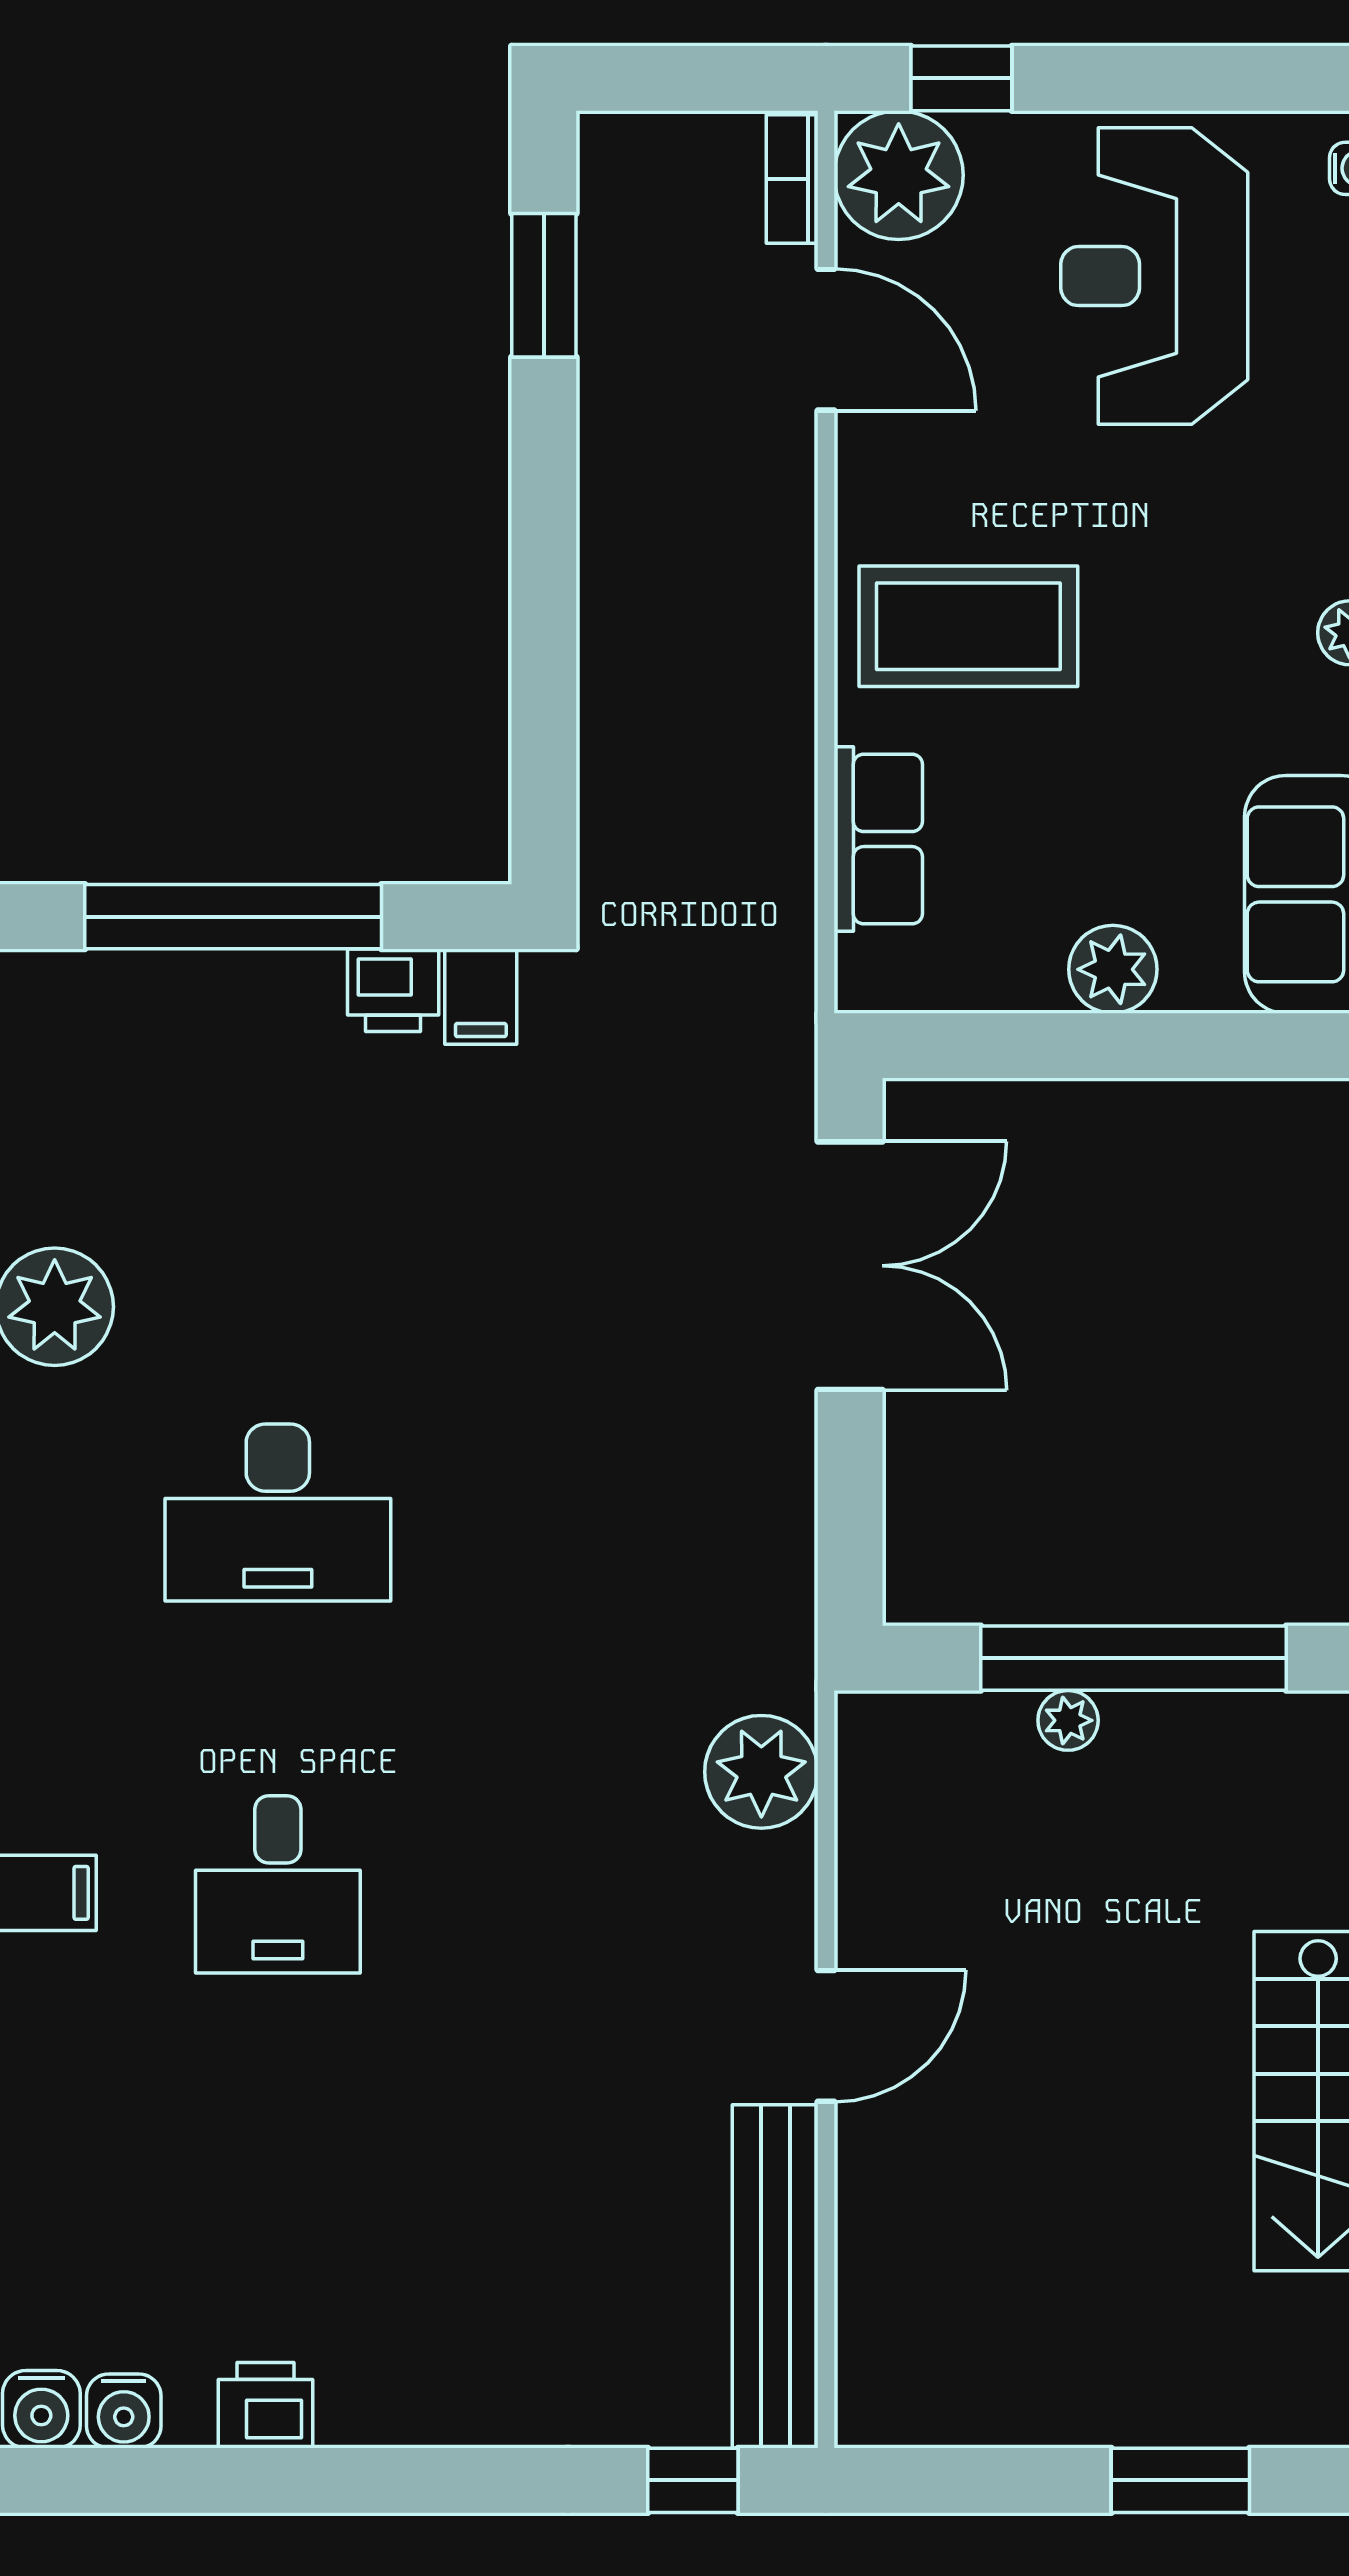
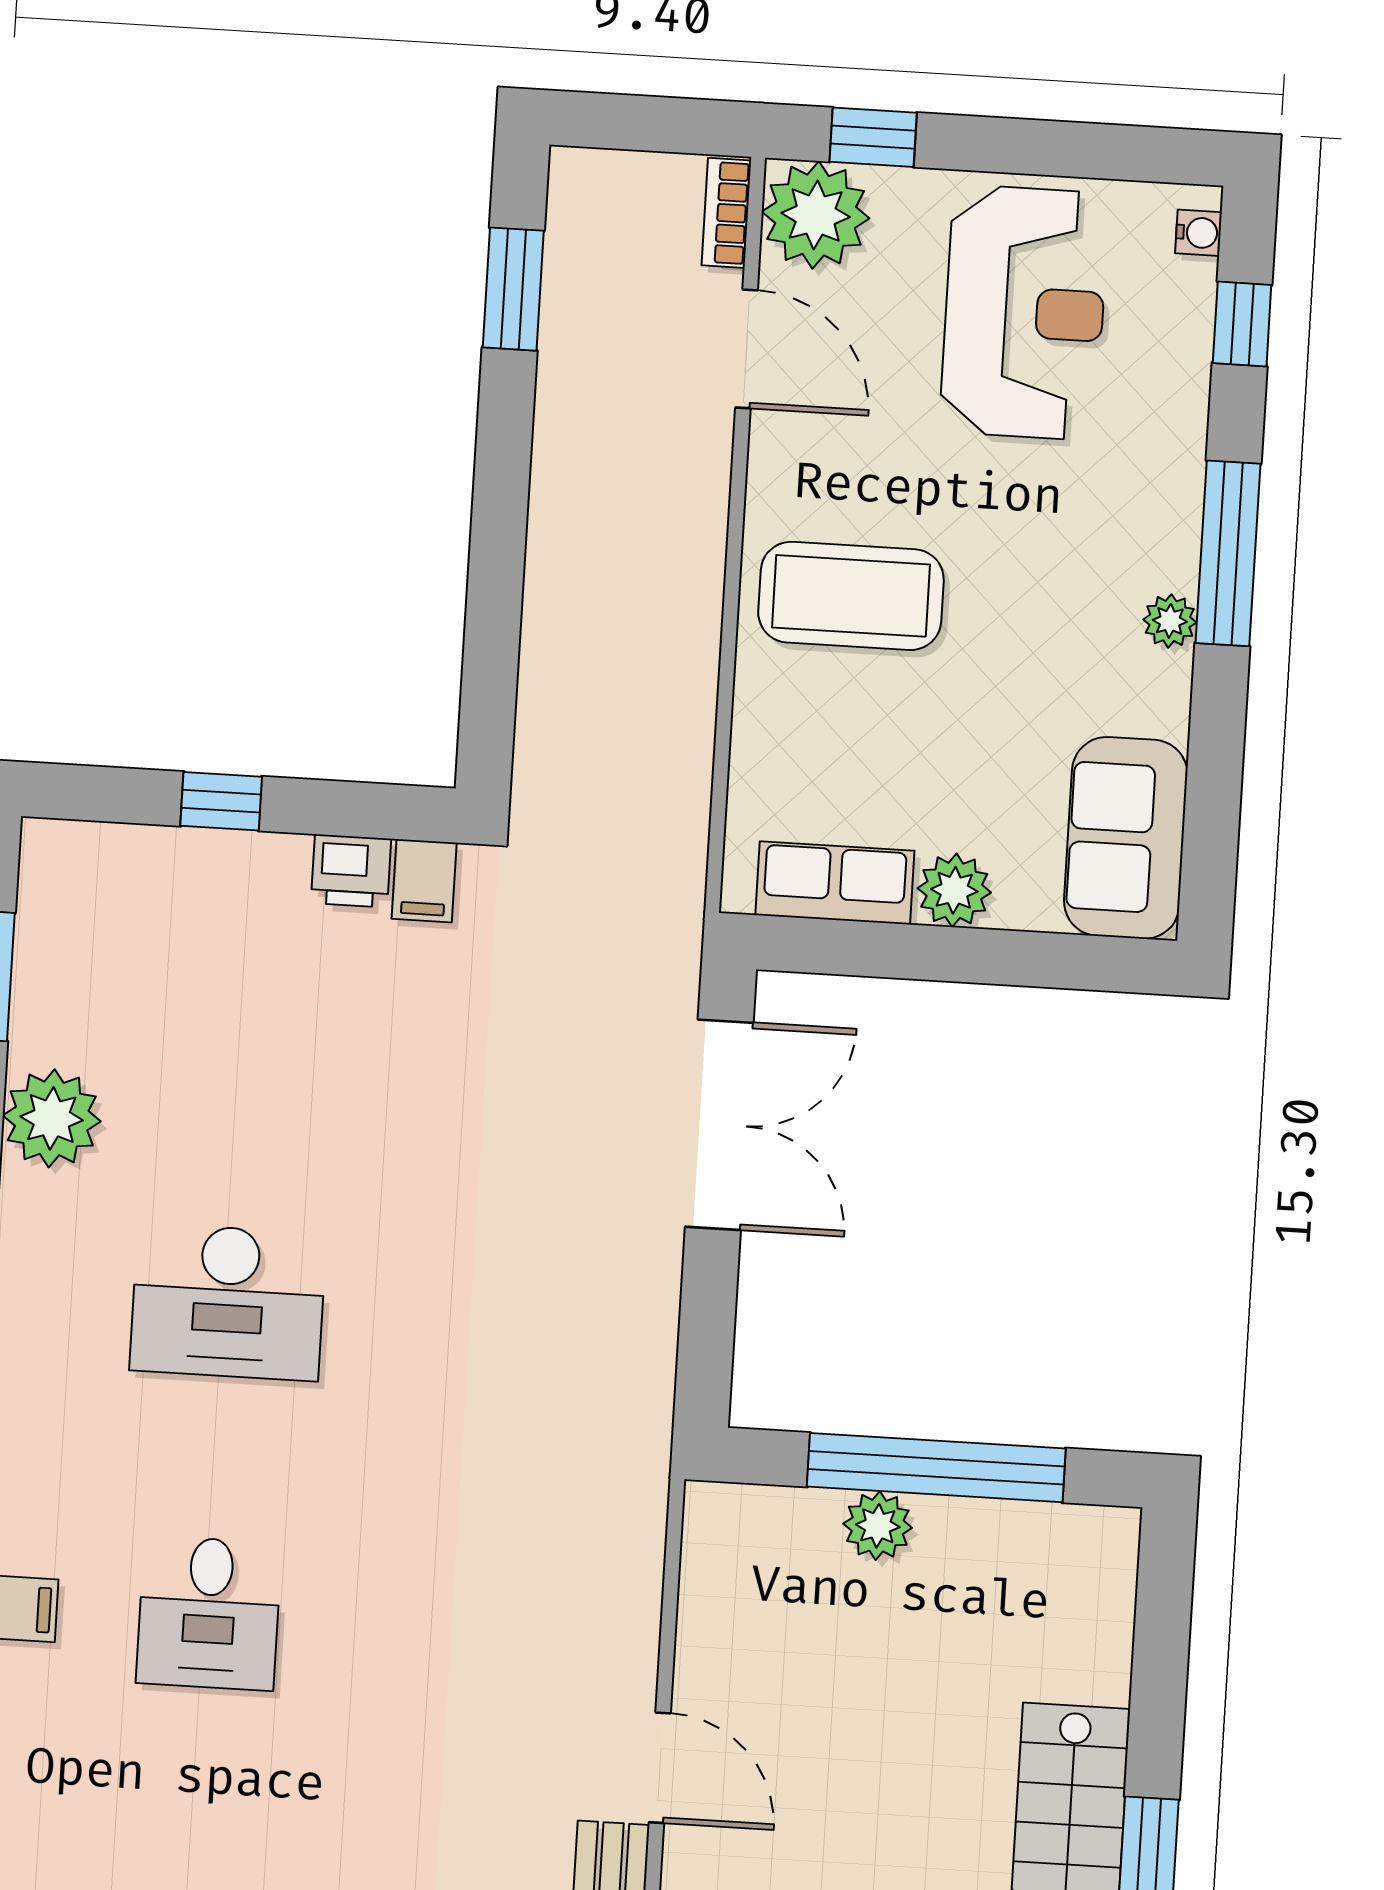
reception desk: (1154, 276) -> (1024, 312), turned 180
row of seats: (878, 839) -> (835, 883), moved, turned -90
window: (233, 917) -> (221, 801), width x0.32
plant: (1068, 1720) -> (878, 1526), width x1.38, depth x1.38
plant: (761, 1772) -> (619, 1544), removed
door: (826, 2036) -> (660, 1768), hinge flipped

